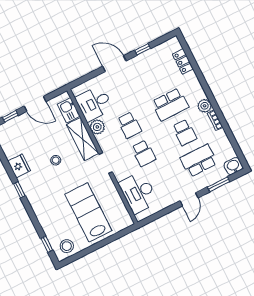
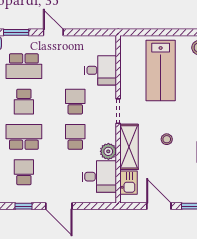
school desk: (156, 76) -> (24, 172), added
school desk: (184, 132) -> (24, 102), turned 180
desk: (138, 193) -> (101, 70), width x0.73
door: (189, 199) -> (53, 32), hinge flipped

